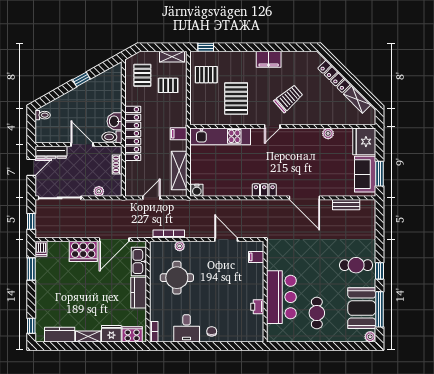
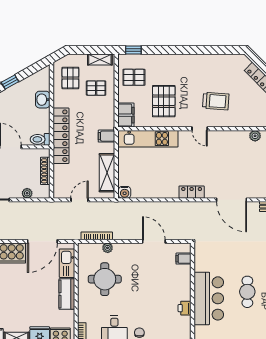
filing cabinet: (269, 59) -> (126, 115), moved, turned -90
trolley: (289, 99) -> (216, 101), turned 45
washbasin: (114, 121) -> (43, 100), moved
door: (272, 126) -> (200, 129), hinge flipped
shoe rack: (117, 165) -> (45, 171), width x1.43
cafe table: (317, 313) -> (247, 292), moved

